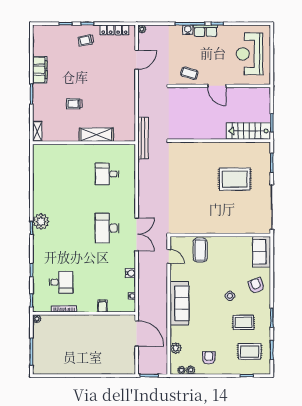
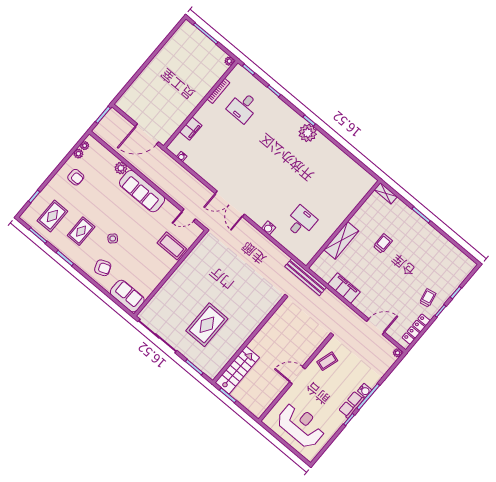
door: (137, 60) -> (376, 327), swing flipped
filing cabinet: (40, 70) -> (344, 288), moved, turned 180
desk: (107, 228) -> (256, 184), removed
water cooler: (131, 273) -> (269, 228), moved
filing cabinet: (102, 306) -> (191, 129), width x2.00
plant: (176, 348) -> (121, 168), moved

